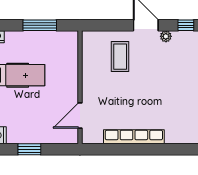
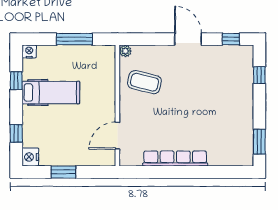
plant: (166, 36) -> (125, 51), moved
coffee table: (120, 57) -> (144, 82), moved, turned -76

